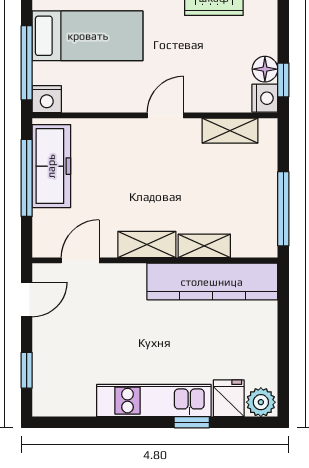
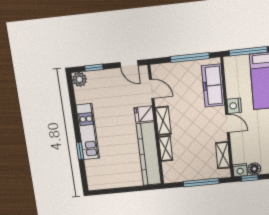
nightstand: (47, 99) -> (234, 106), moved
freezer: (51, 166) -> (213, 86), moved, turned 90
window: (283, 209) -> (201, 183), moved
fridge: (229, 398) -> (144, 114), moved, turned 180
plant: (261, 402) -> (80, 79), moved

